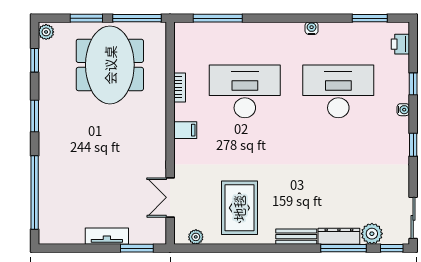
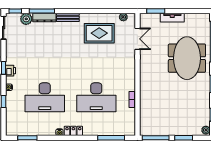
locker: (286, 31) -> (73, 131), added
printer: (400, 44) -> (11, 71), moved
meeting table: (110, 65) -> (187, 58), moved
filing cabinet: (185, 130) -> (129, 76), removed
rug: (239, 208) -> (99, 33), turned 90

